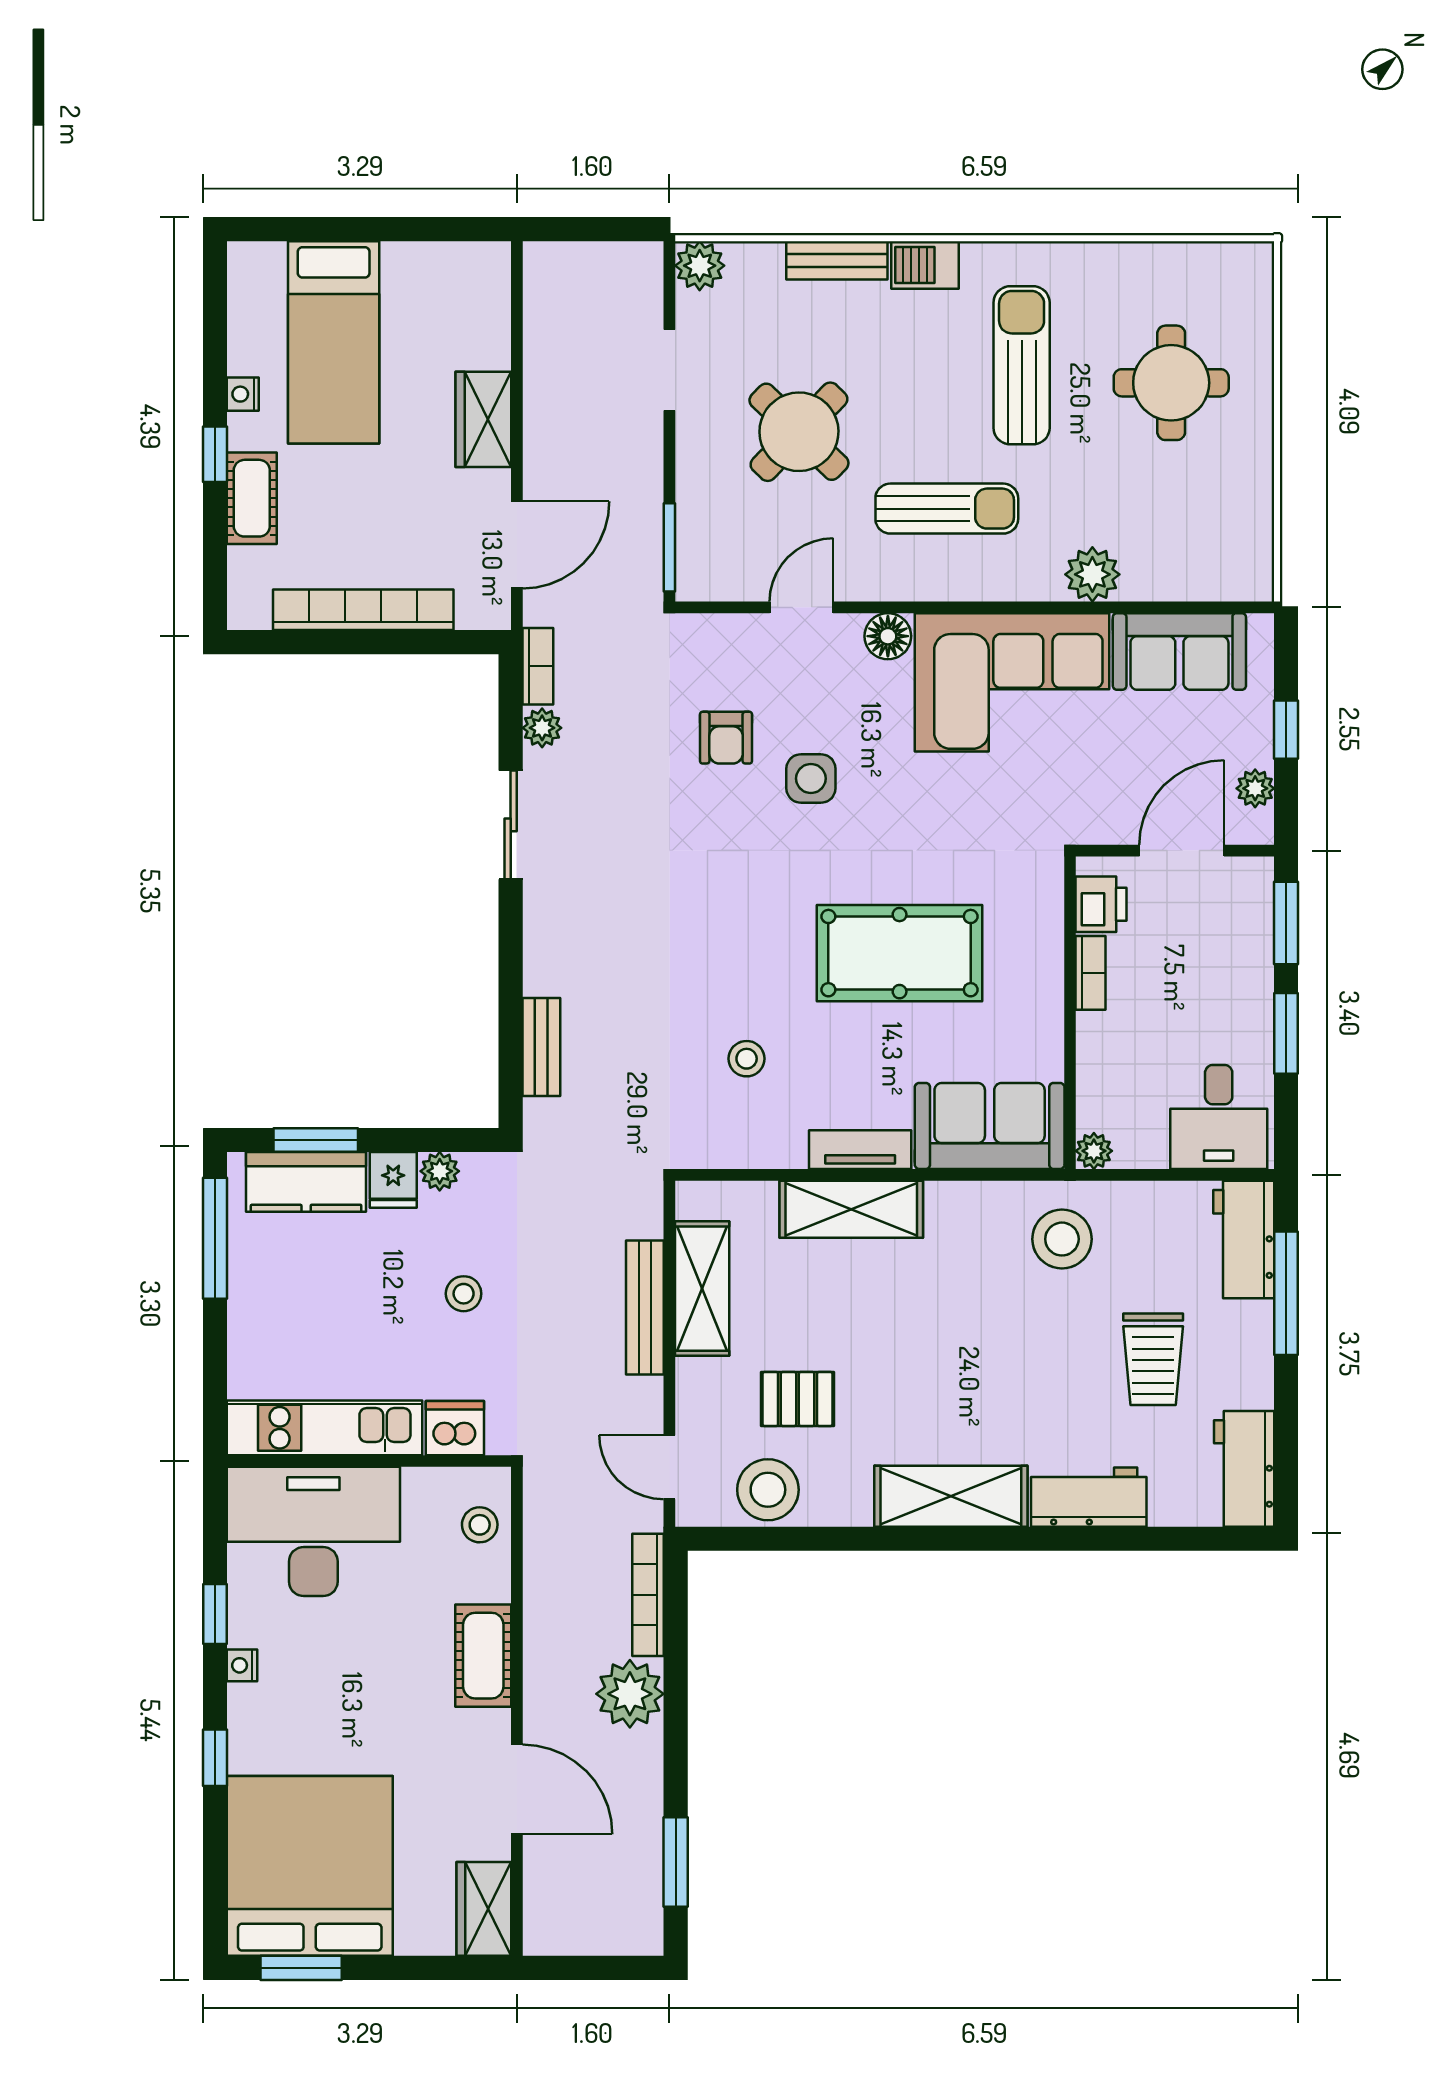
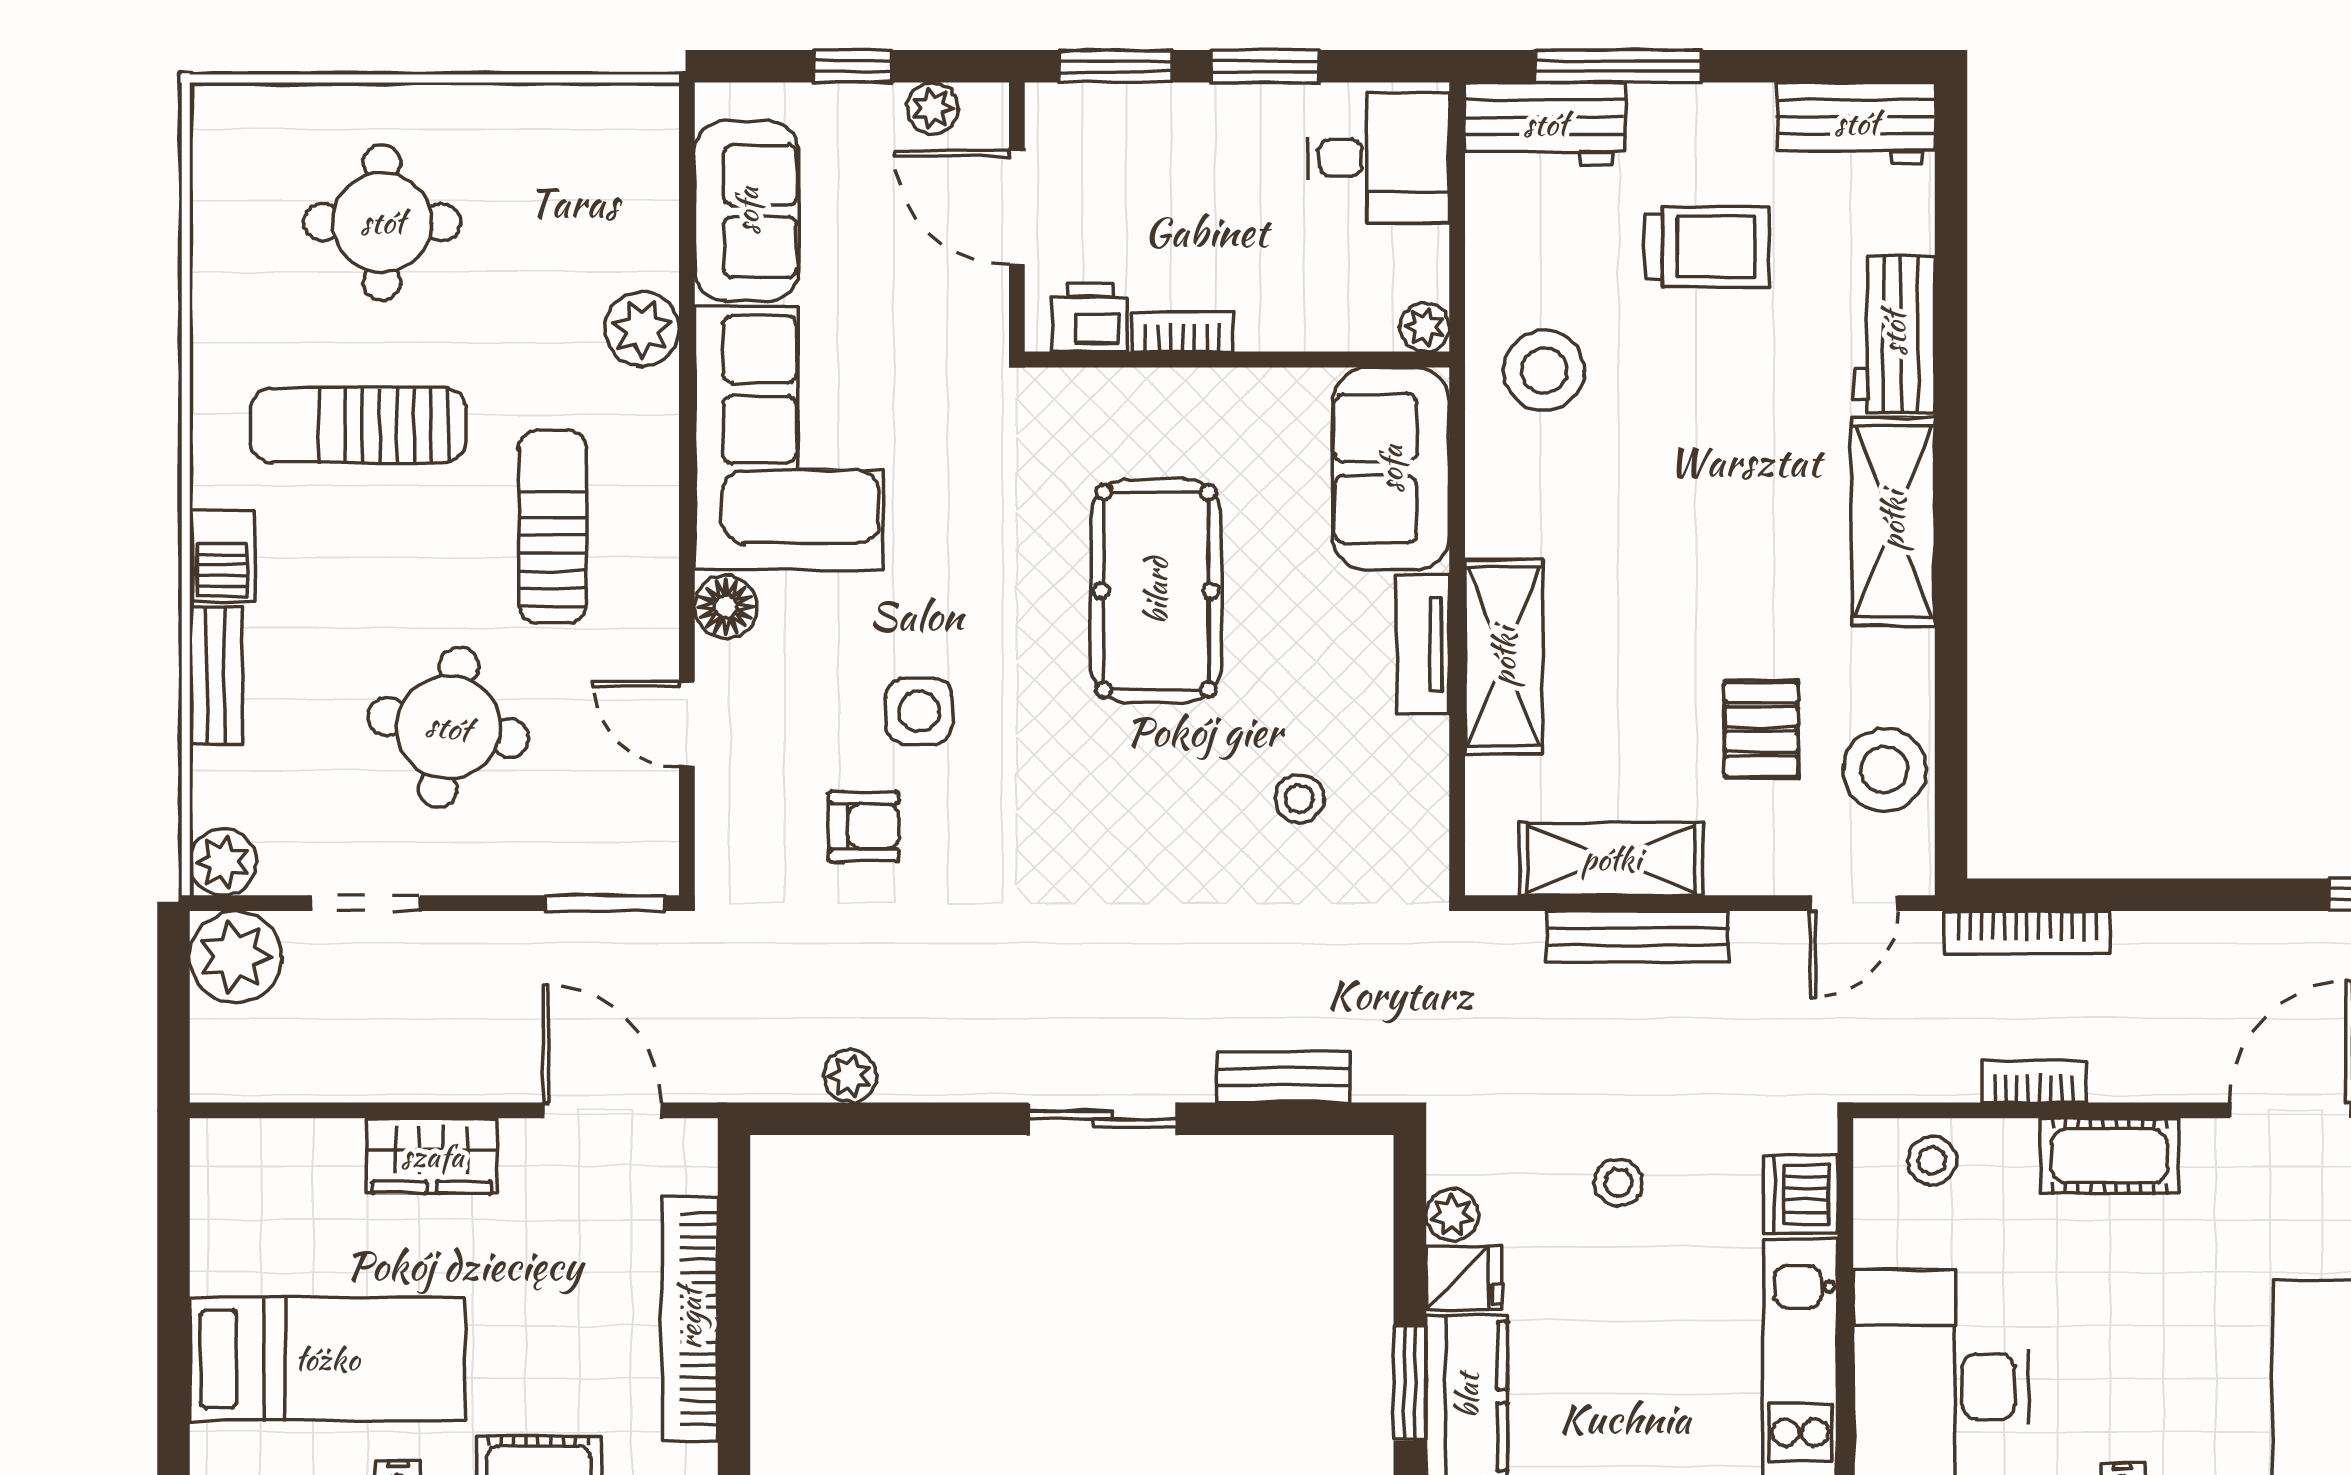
round table: (799, 432) -> (448, 727), turned -34
bookcase: (538, 666) -> (2034, 1082), moved
sliding door: (511, 825) -> (1103, 1119), moved
plant: (630, 1694) -> (236, 957), moved

